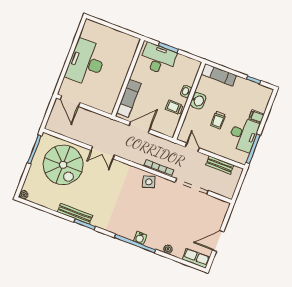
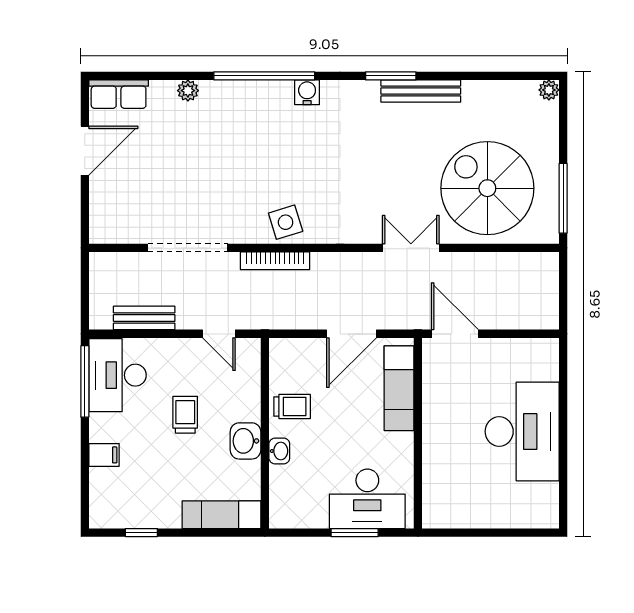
door: (70, 101) -> (455, 334), moved
desk: (244, 134) -> (118, 375), moved
water cooler: (140, 238) -> (307, 92), moved

